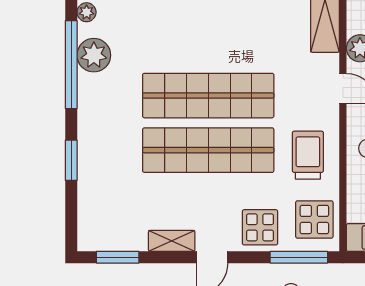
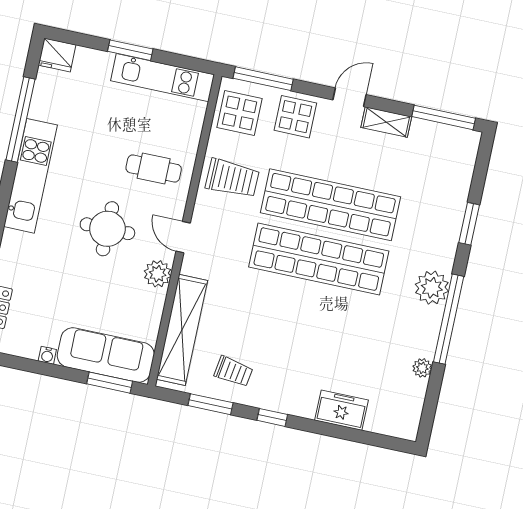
plant: (94, 55) -> (432, 288), moved
trolley: (308, 155) -> (232, 178), turned -89
window: (118, 257) -> (444, 117), width x1.44

